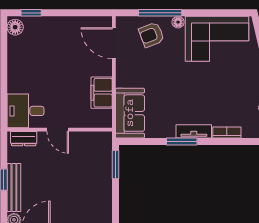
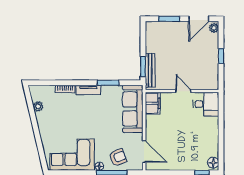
filing cabinet: (102, 93) -> (153, 103), moved
sofa: (130, 113) -> (133, 109), width x1.36
dresser: (24, 139) -> (207, 85), removed
window: (182, 141) -> (108, 83), moved
bench: (14, 188) -> (150, 70), moved

